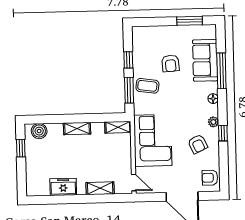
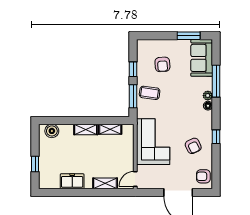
sofa: (205, 60) -> (202, 58), moved
armchair: (170, 63) -> (162, 64), moved
plant: (213, 122) -> (208, 96), moved
shelving: (118, 127) -> (110, 129), moved
window: (21, 148) -> (35, 164), moved
door: (134, 183) -> (135, 179), swing flipped

